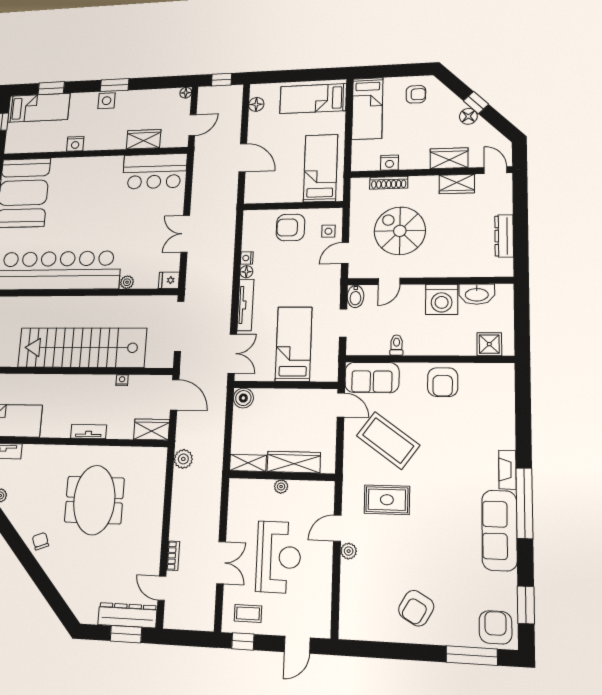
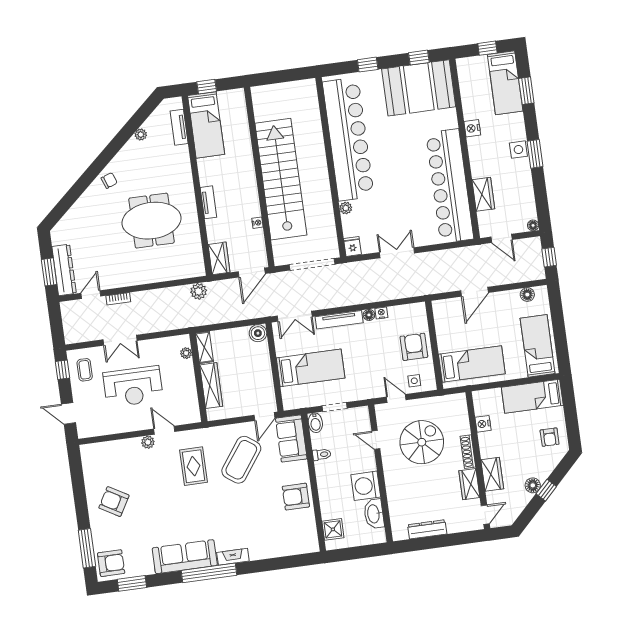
bar counter: (155, 171) -> (450, 186), width x1.86
shoe rack: (389, 183) -> (468, 452), moved
bidet: (355, 296) -> (315, 423), moved, turned -90
plant: (281, 487) -> (186, 353), moved

